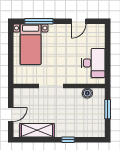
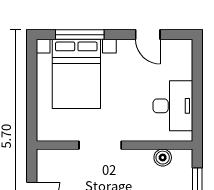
door: (79, 21) -> (148, 35), hinge flipped
bed with nightstands: (31, 44) -> (76, 74), width x1.36

